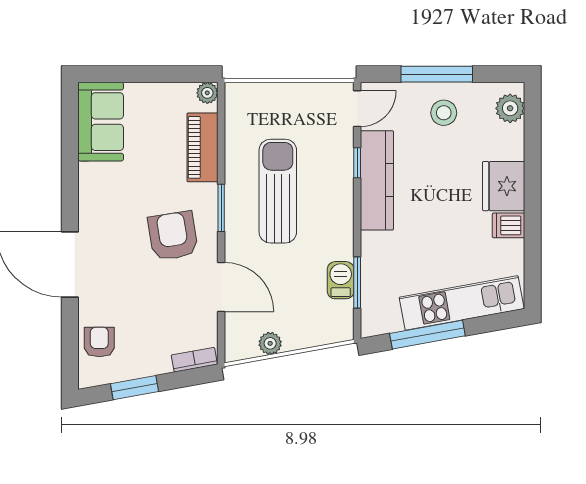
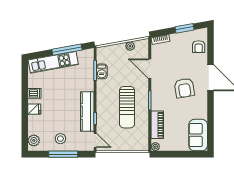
door: (357, 109) -> (95, 140), swing flipped
fridge: (504, 186) -> (34, 109), width x0.53, depth x0.75
armchair: (173, 236) -> (184, 88), moved

